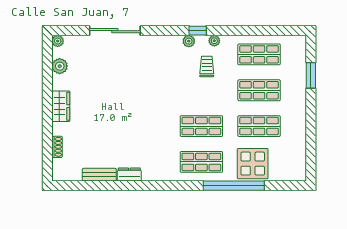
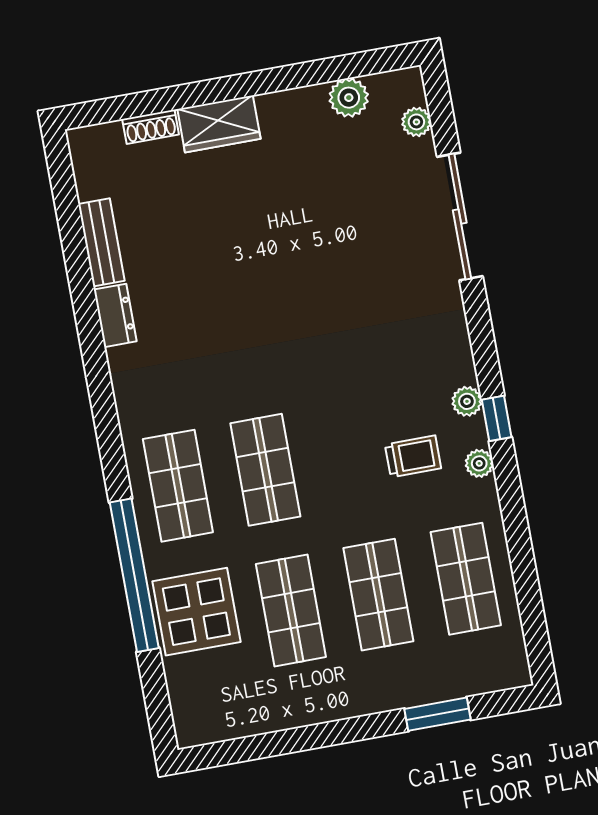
plant: (58, 41) -> (416, 122), moved
wardrobe: (61, 106) -> (219, 124), moved

